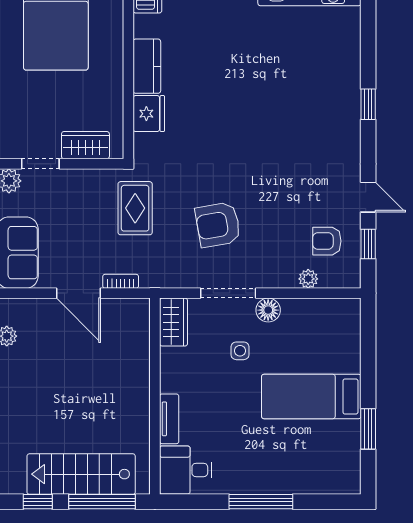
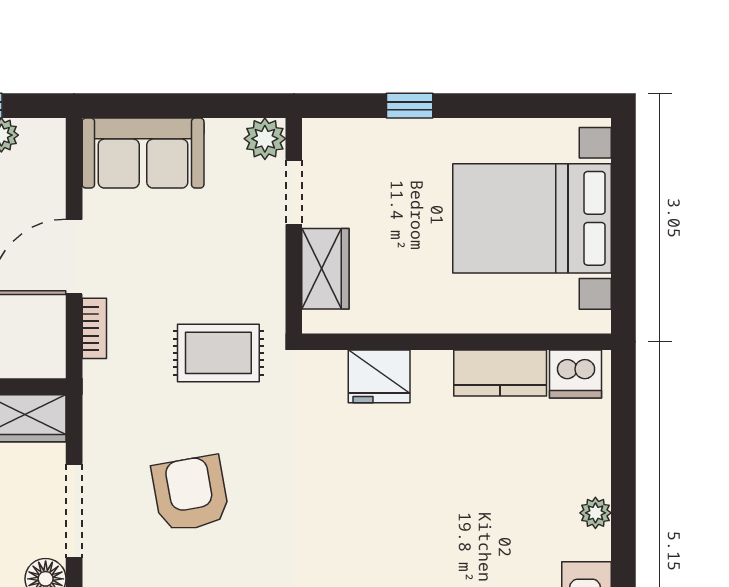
kitchen counter: (147, 66) -> (500, 373), moved

